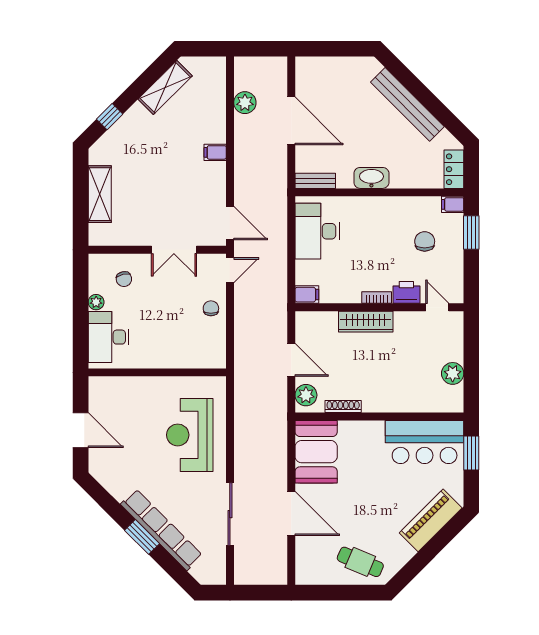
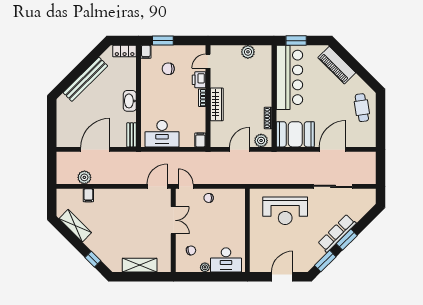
filing cabinet: (215, 152) -> (88, 195), moved
bar counter: (425, 442) -> (289, 77), width x1.36
window: (106, 501) -> (325, 261), added
row of seats: (161, 530) -> (337, 233), width x0.73
cafe table: (360, 562) -> (362, 108), turned -32

